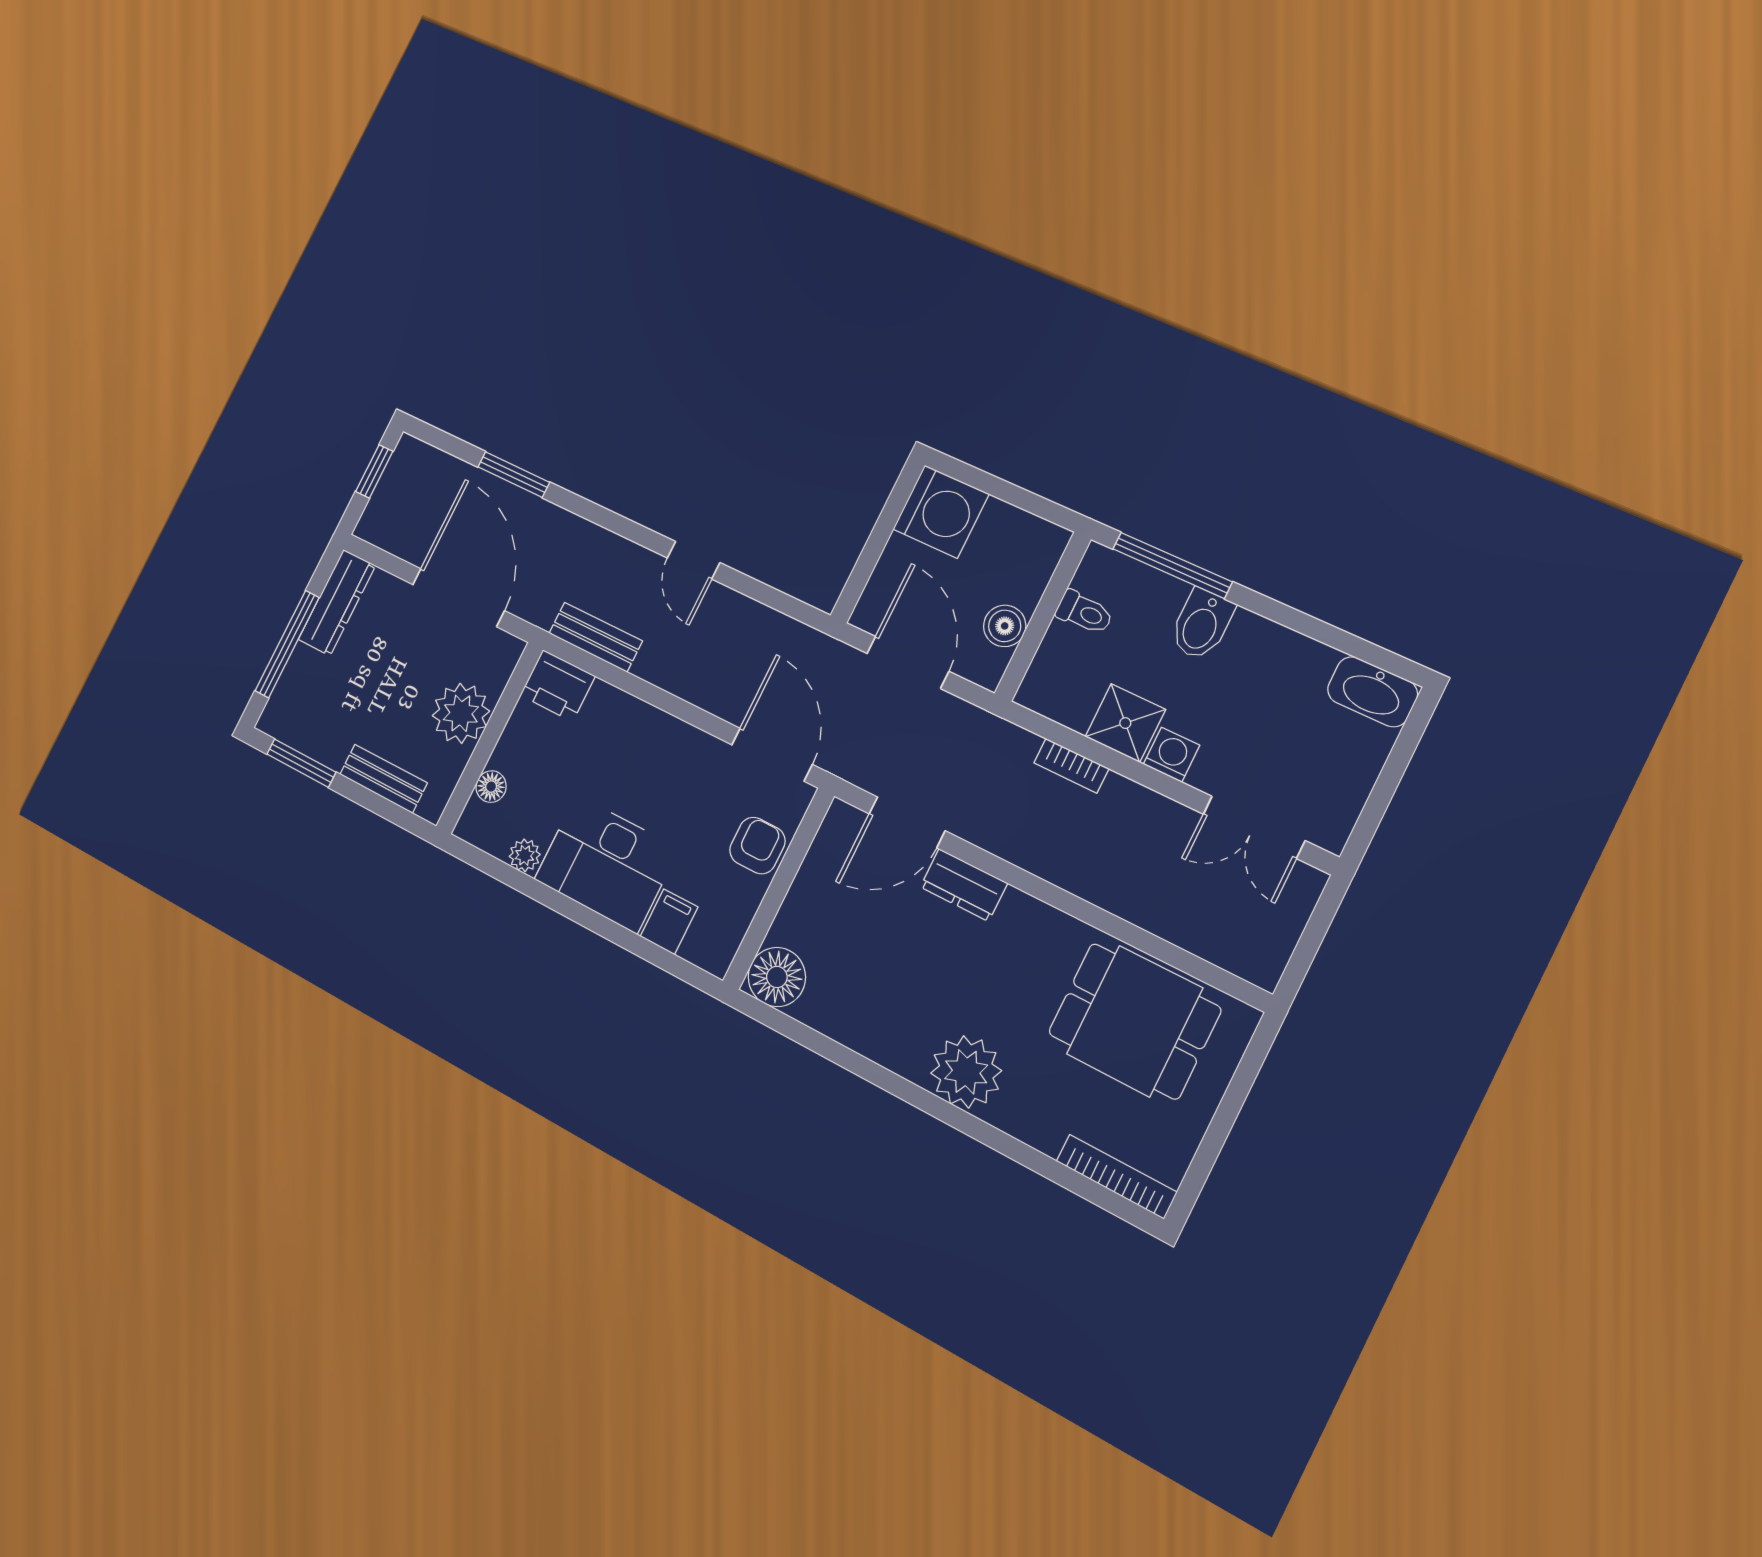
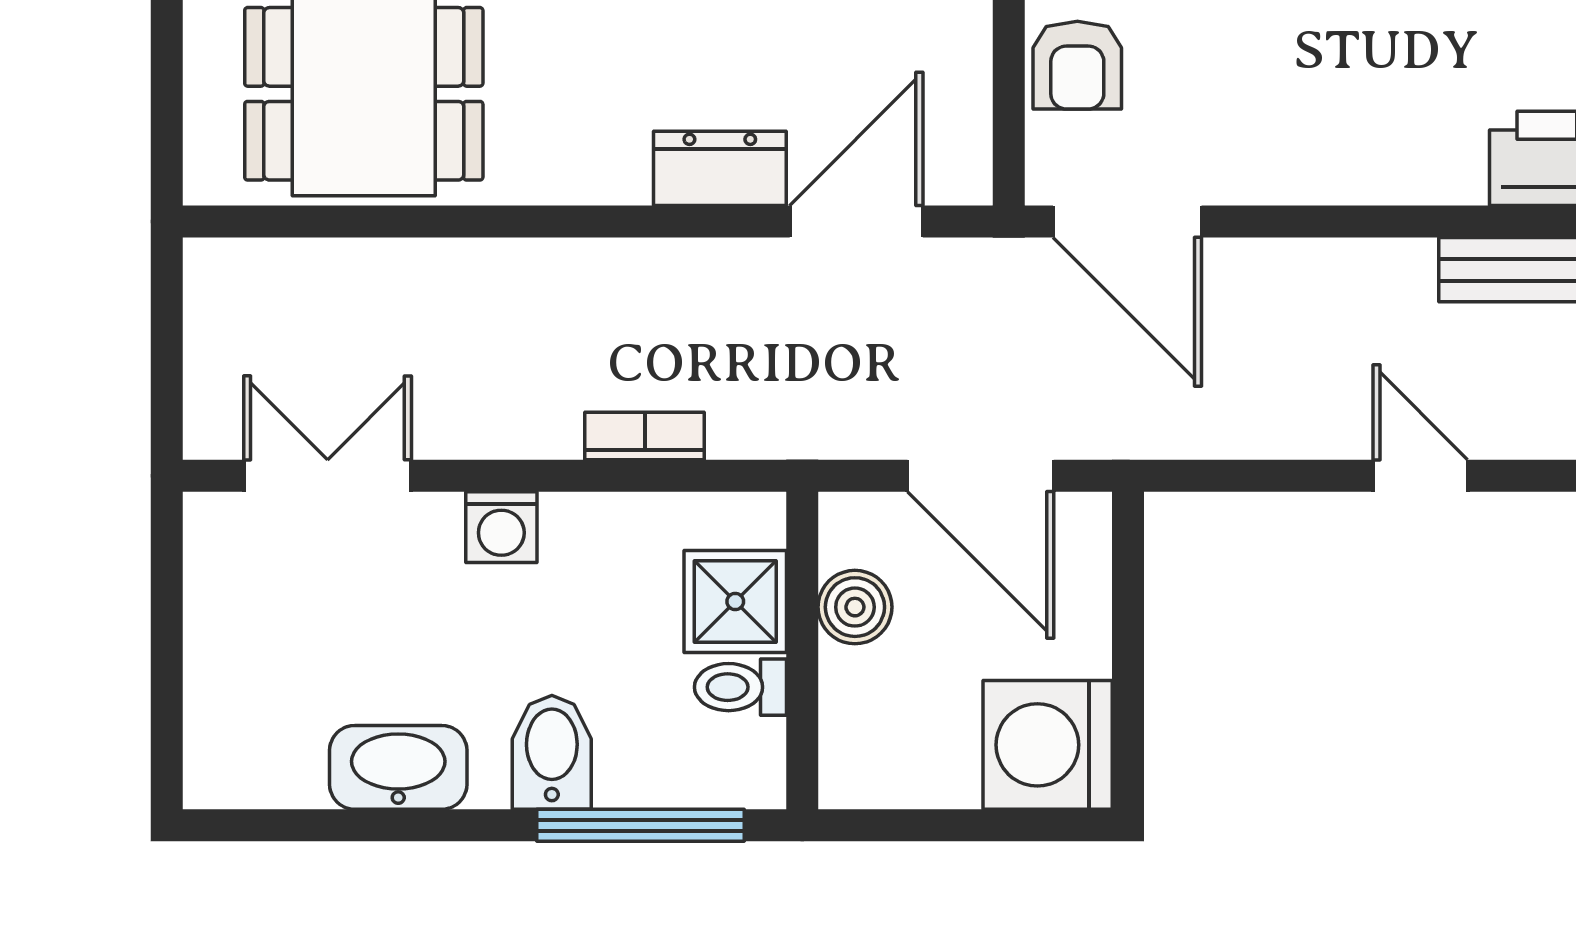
washbasin: (1372, 692) -> (398, 767), moved
shower: (1125, 723) -> (735, 601), moved

